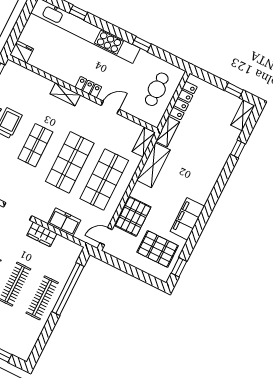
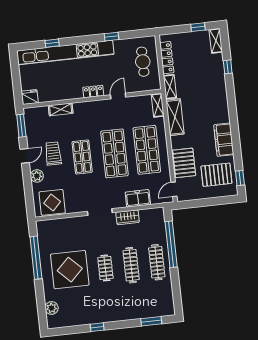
shelving: (65, 94) -> (61, 109), moved

